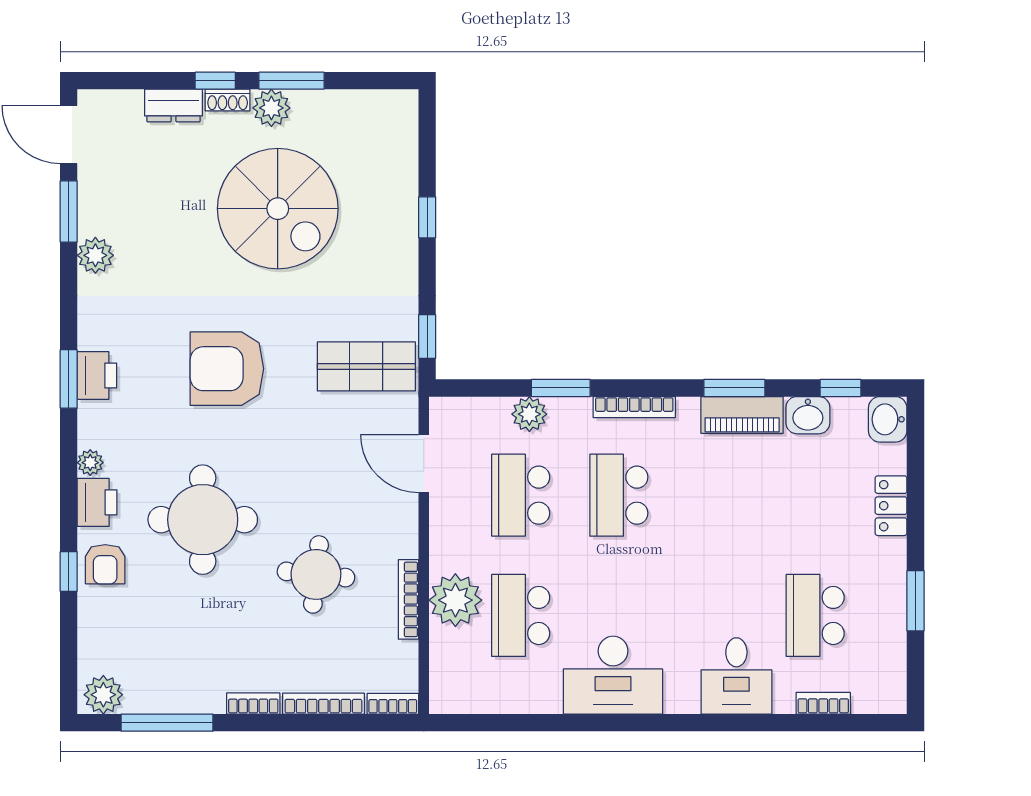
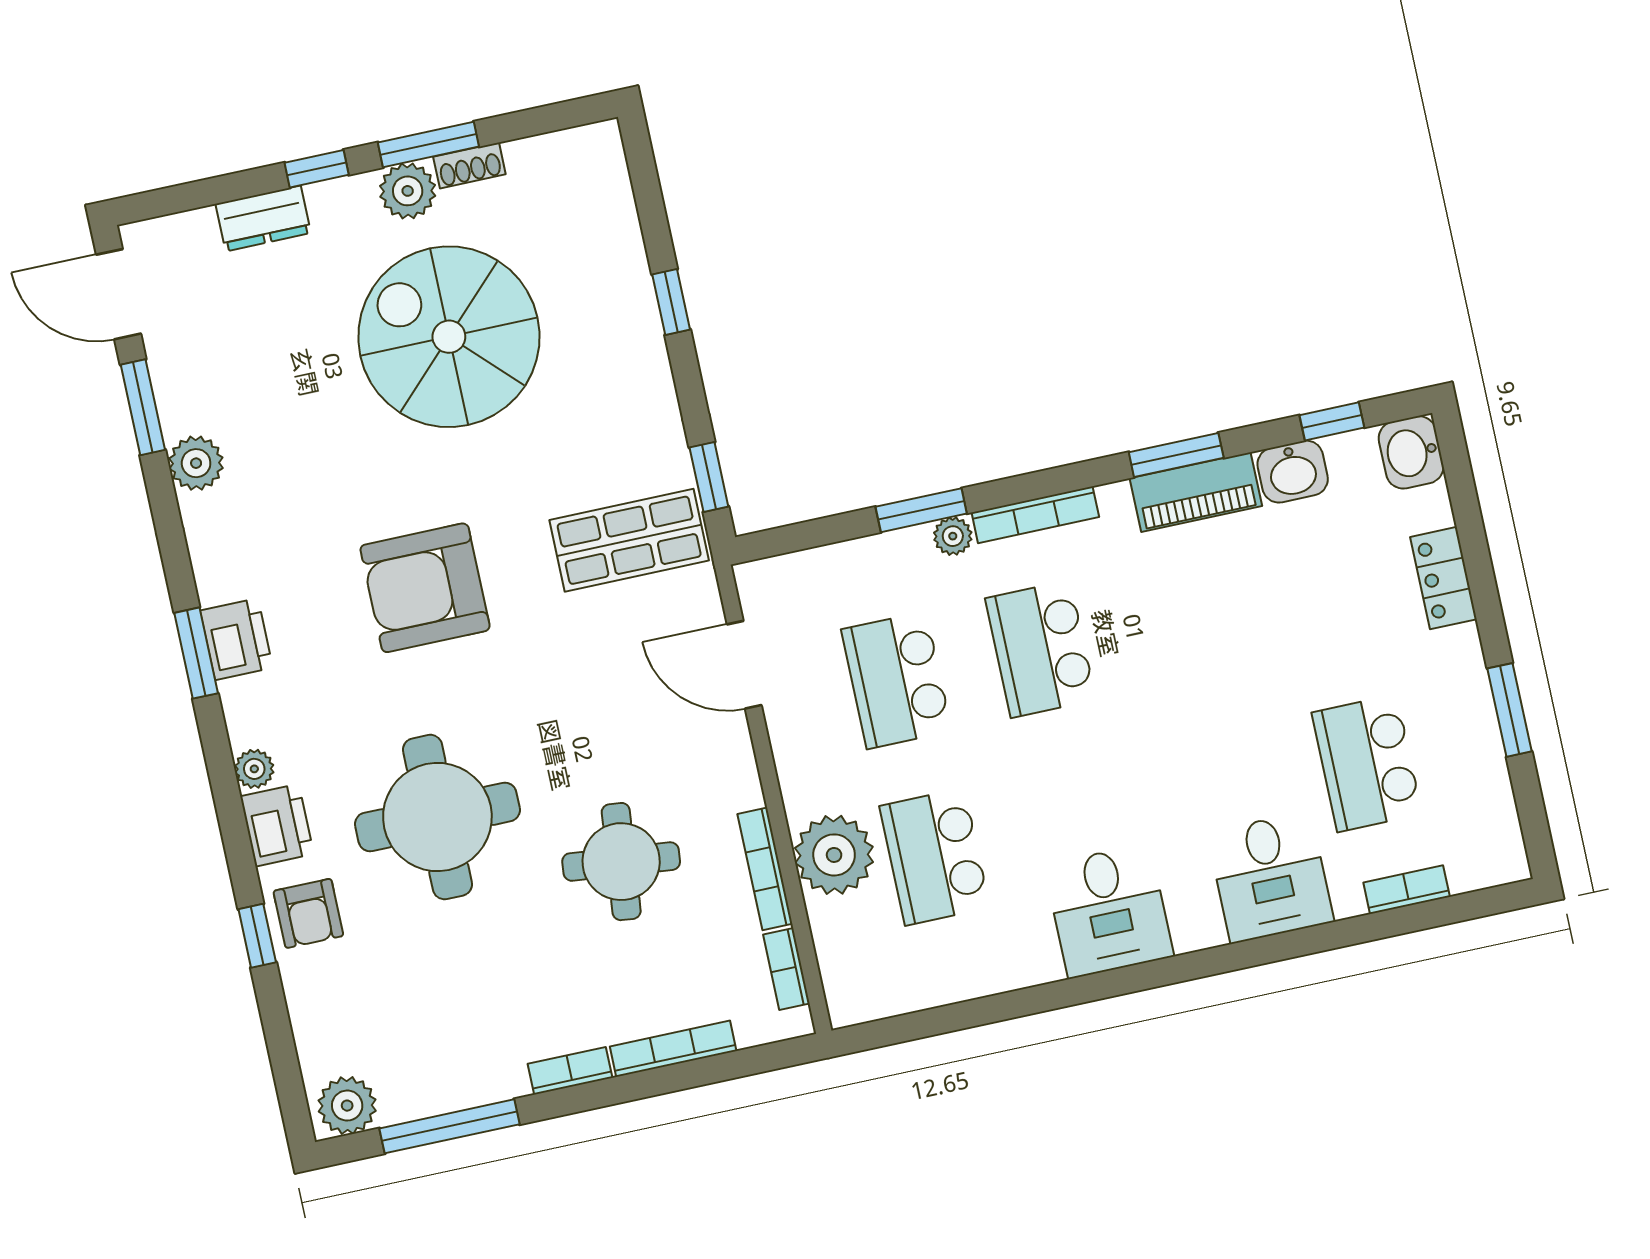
shoe rack: (228, 100) -> (469, 165), moved
spiral stairs: (278, 209) -> (449, 337), turned 180
plant: (529, 414) -> (953, 536), moved, width x0.73, depth x0.73
desk: (613, 675) -> (1109, 911), width x0.73
bookcase: (393, 704) -> (786, 969), moved, turned -90

